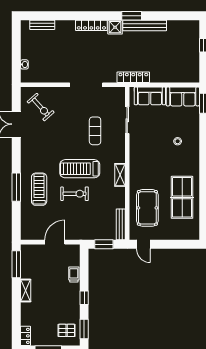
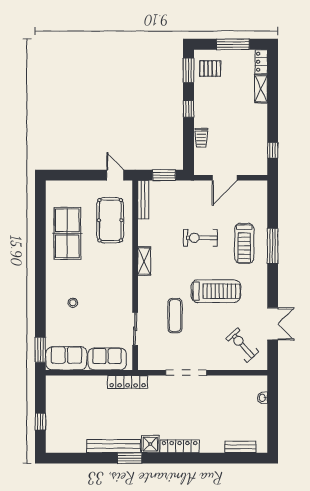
treadmill: (80, 169) -> (216, 291), moved
window: (16, 264) -> (273, 150), width x0.46
shelving: (26, 291) -> (261, 89), moved

